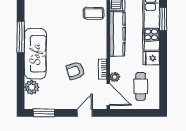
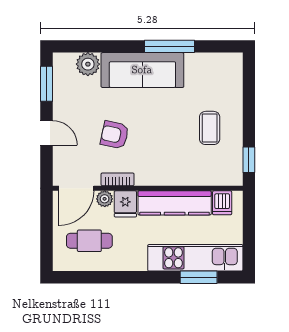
coffee table: (94, 13) -> (210, 128), moved
fridge: (151, 58) -> (125, 204), moved, turned 180
armchair: (75, 71) -> (115, 135), turned -61
door: (85, 113) -> (46, 133), moved

